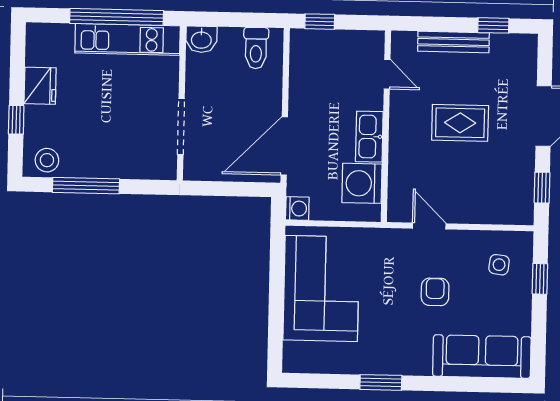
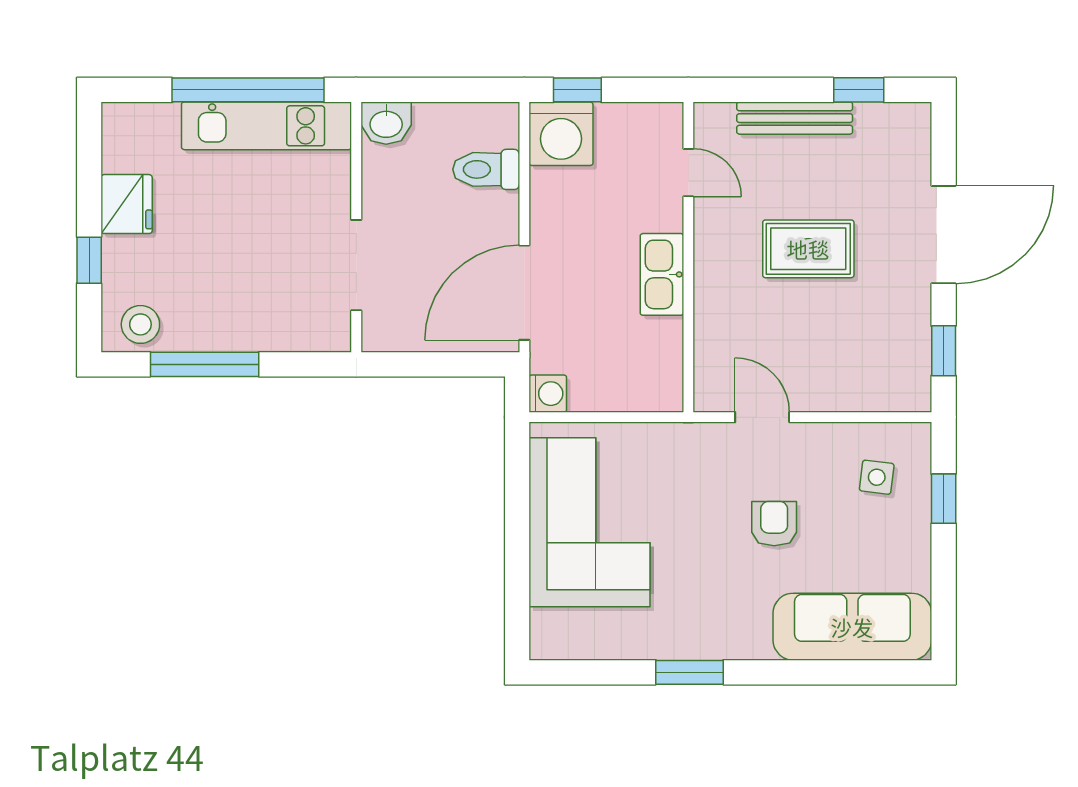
toilet: (256, 48) -> (486, 169), moved, turned 90
washing machine: (362, 183) -> (561, 134), moved, turned -90

